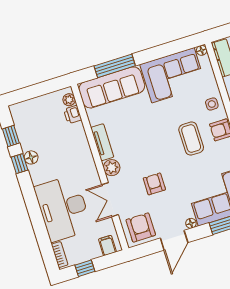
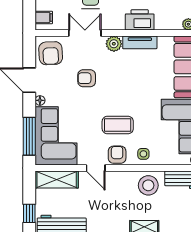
printer: (73, 115) -> (140, 20), moved, width x1.87, depth x1.48
armchair: (154, 184) -> (87, 78), turned 180
armchair: (141, 227) -> (51, 53), turned 87

